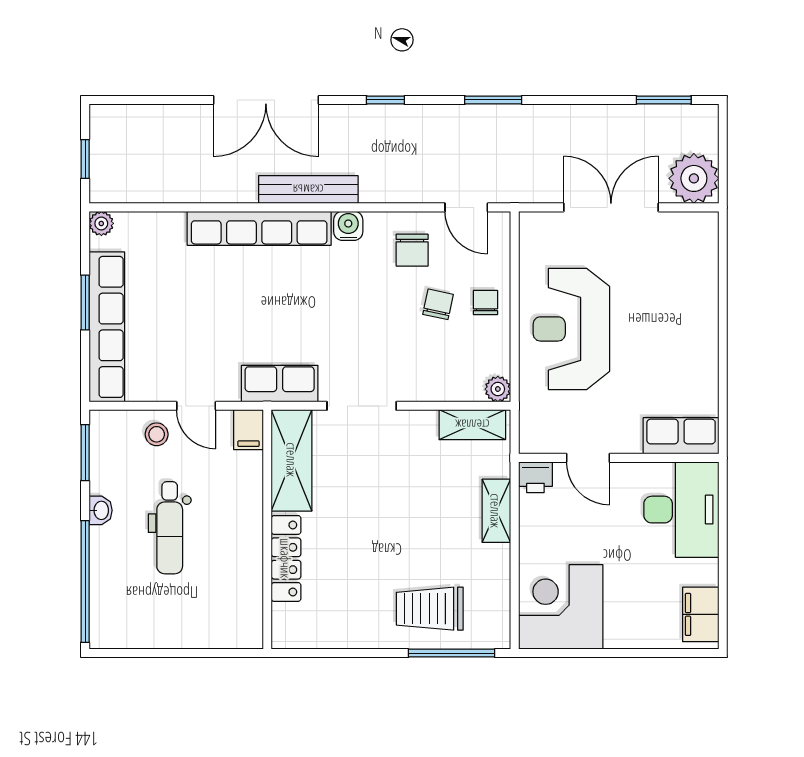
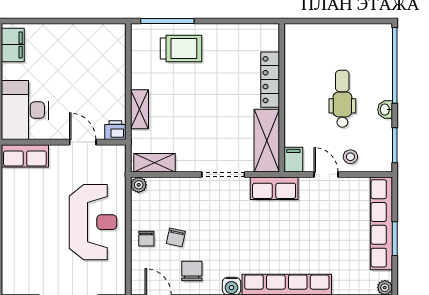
corner desk: (561, 607) -> (100, 50), removed

